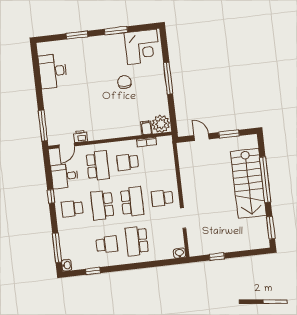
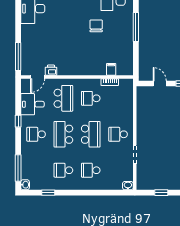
plant: (161, 124) -> (125, 67), removed
school desk: (137, 241) -> (91, 170), width x0.54
school desk: (107, 244) -> (63, 170), turned 180

